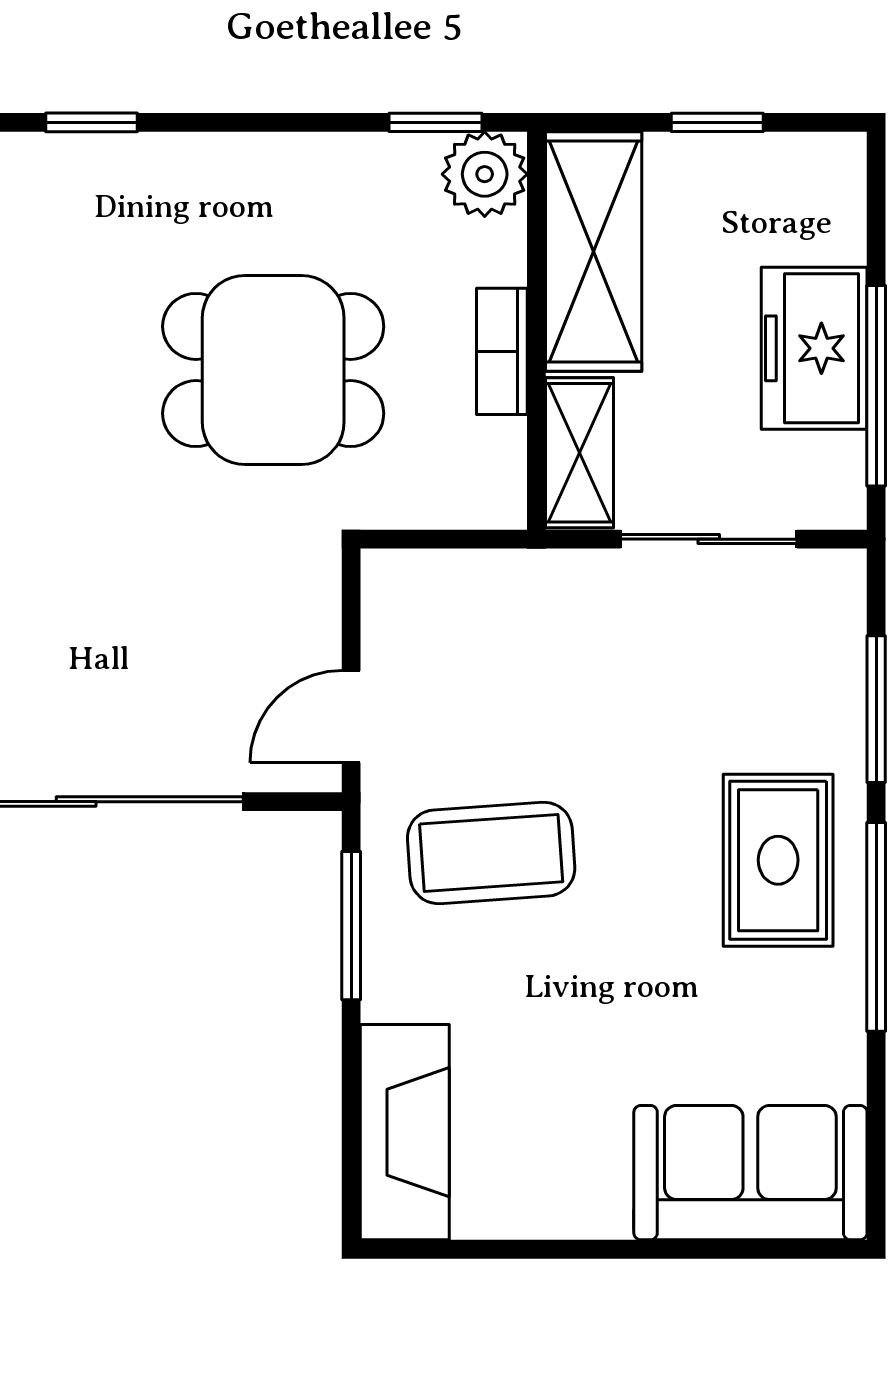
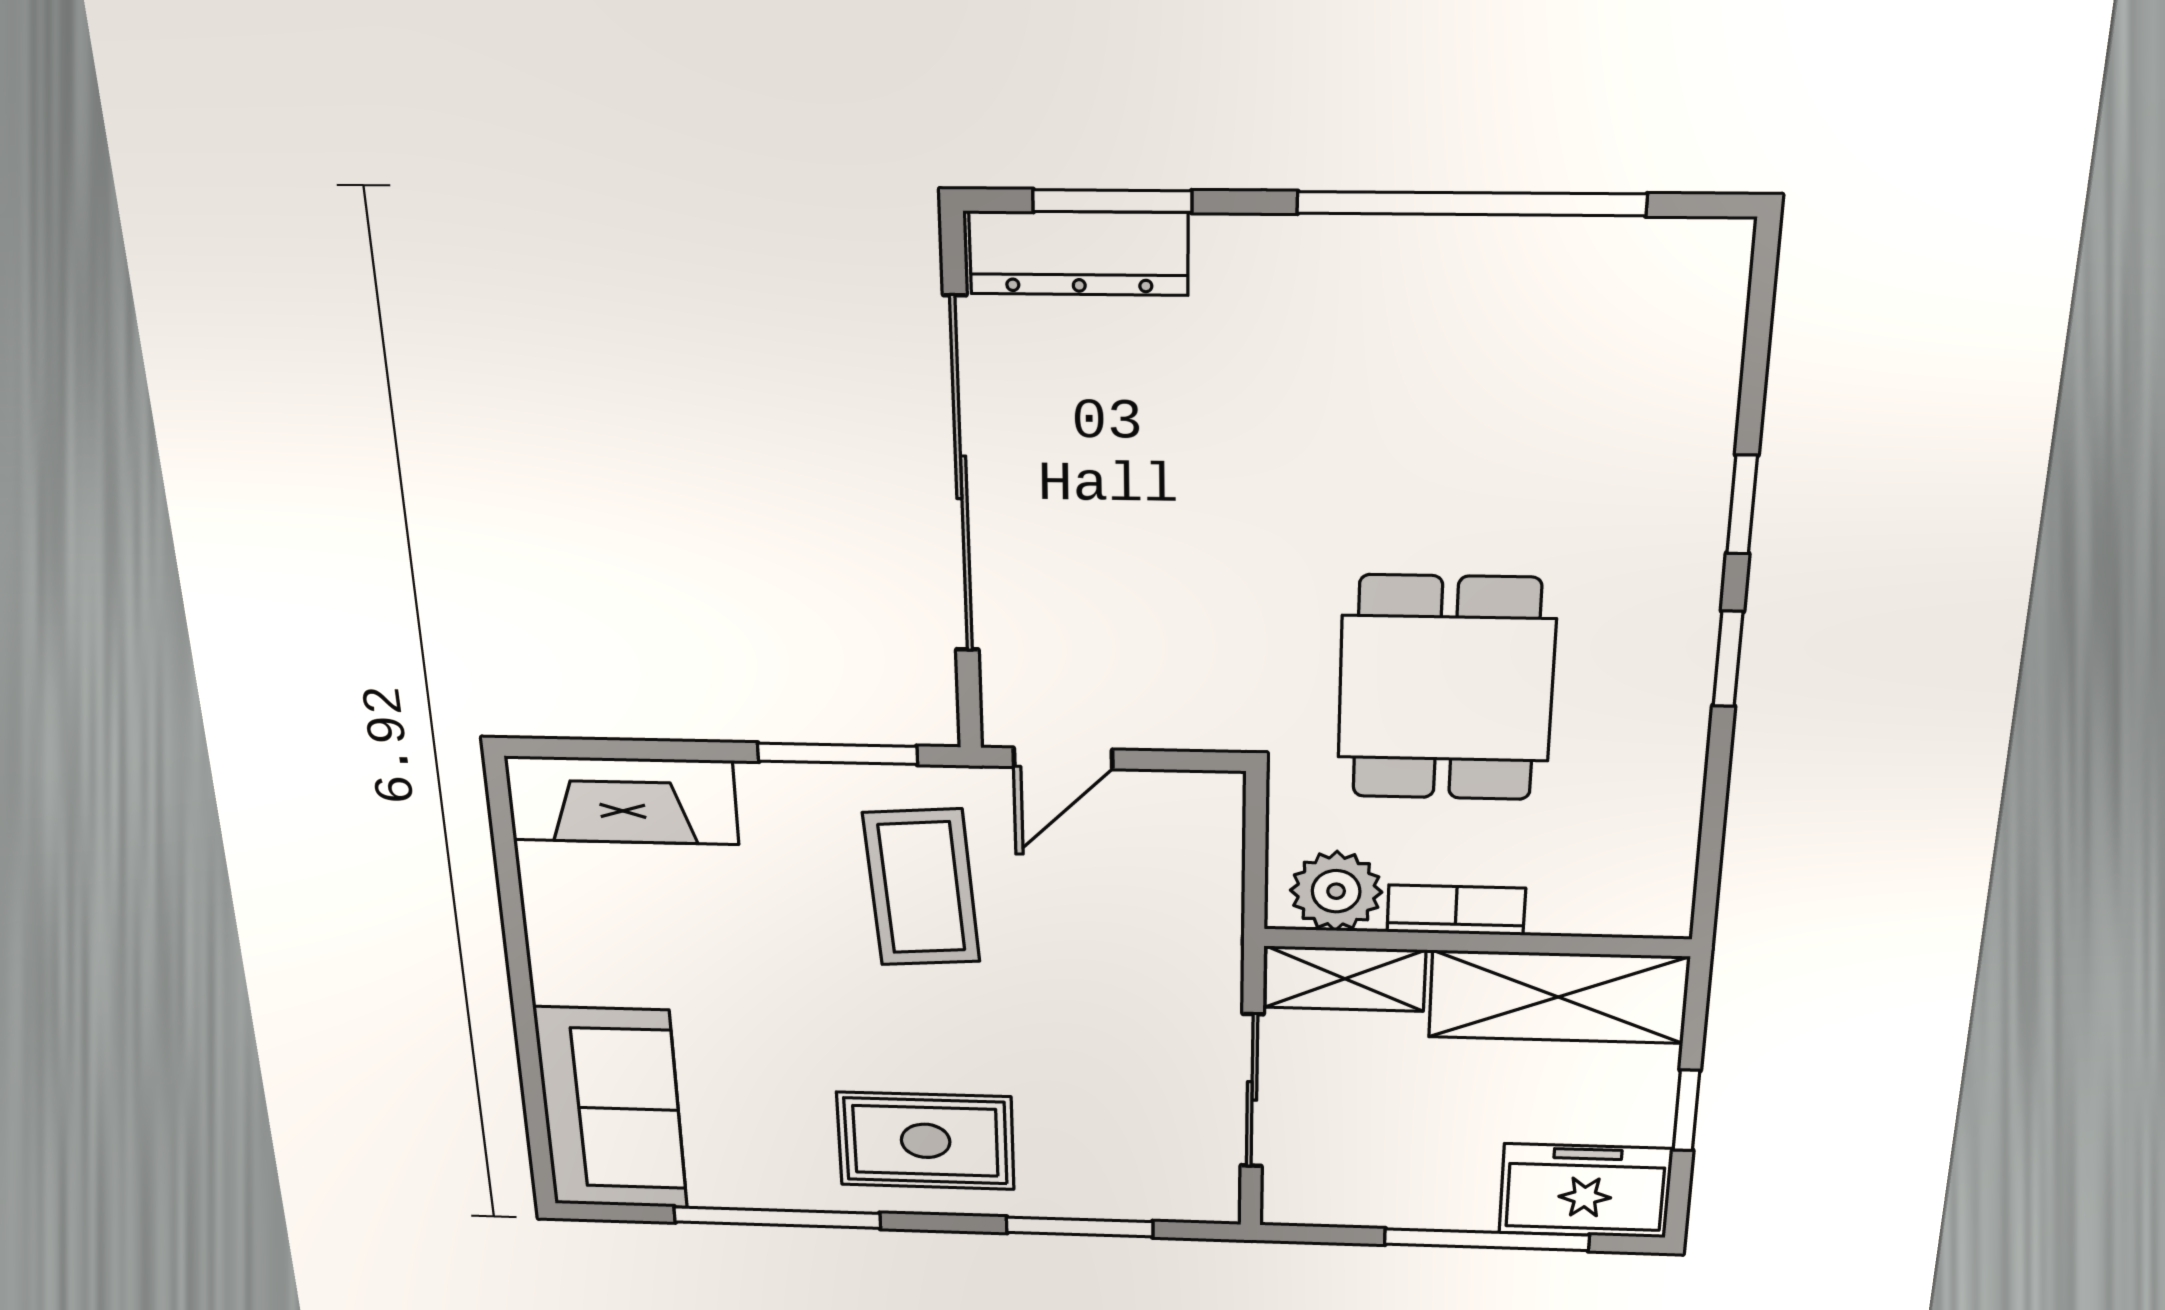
window: (435, 122) -> (1728, 659), moved
plant: (485, 174) -> (1336, 891), moved
freezer: (814, 348) -> (1585, 1191), moved
window: (876, 386) -> (1487, 1240), moved
door: (351, 717) -> (1063, 758), swing flipped
window: (876, 927) -> (777, 1218), moved

